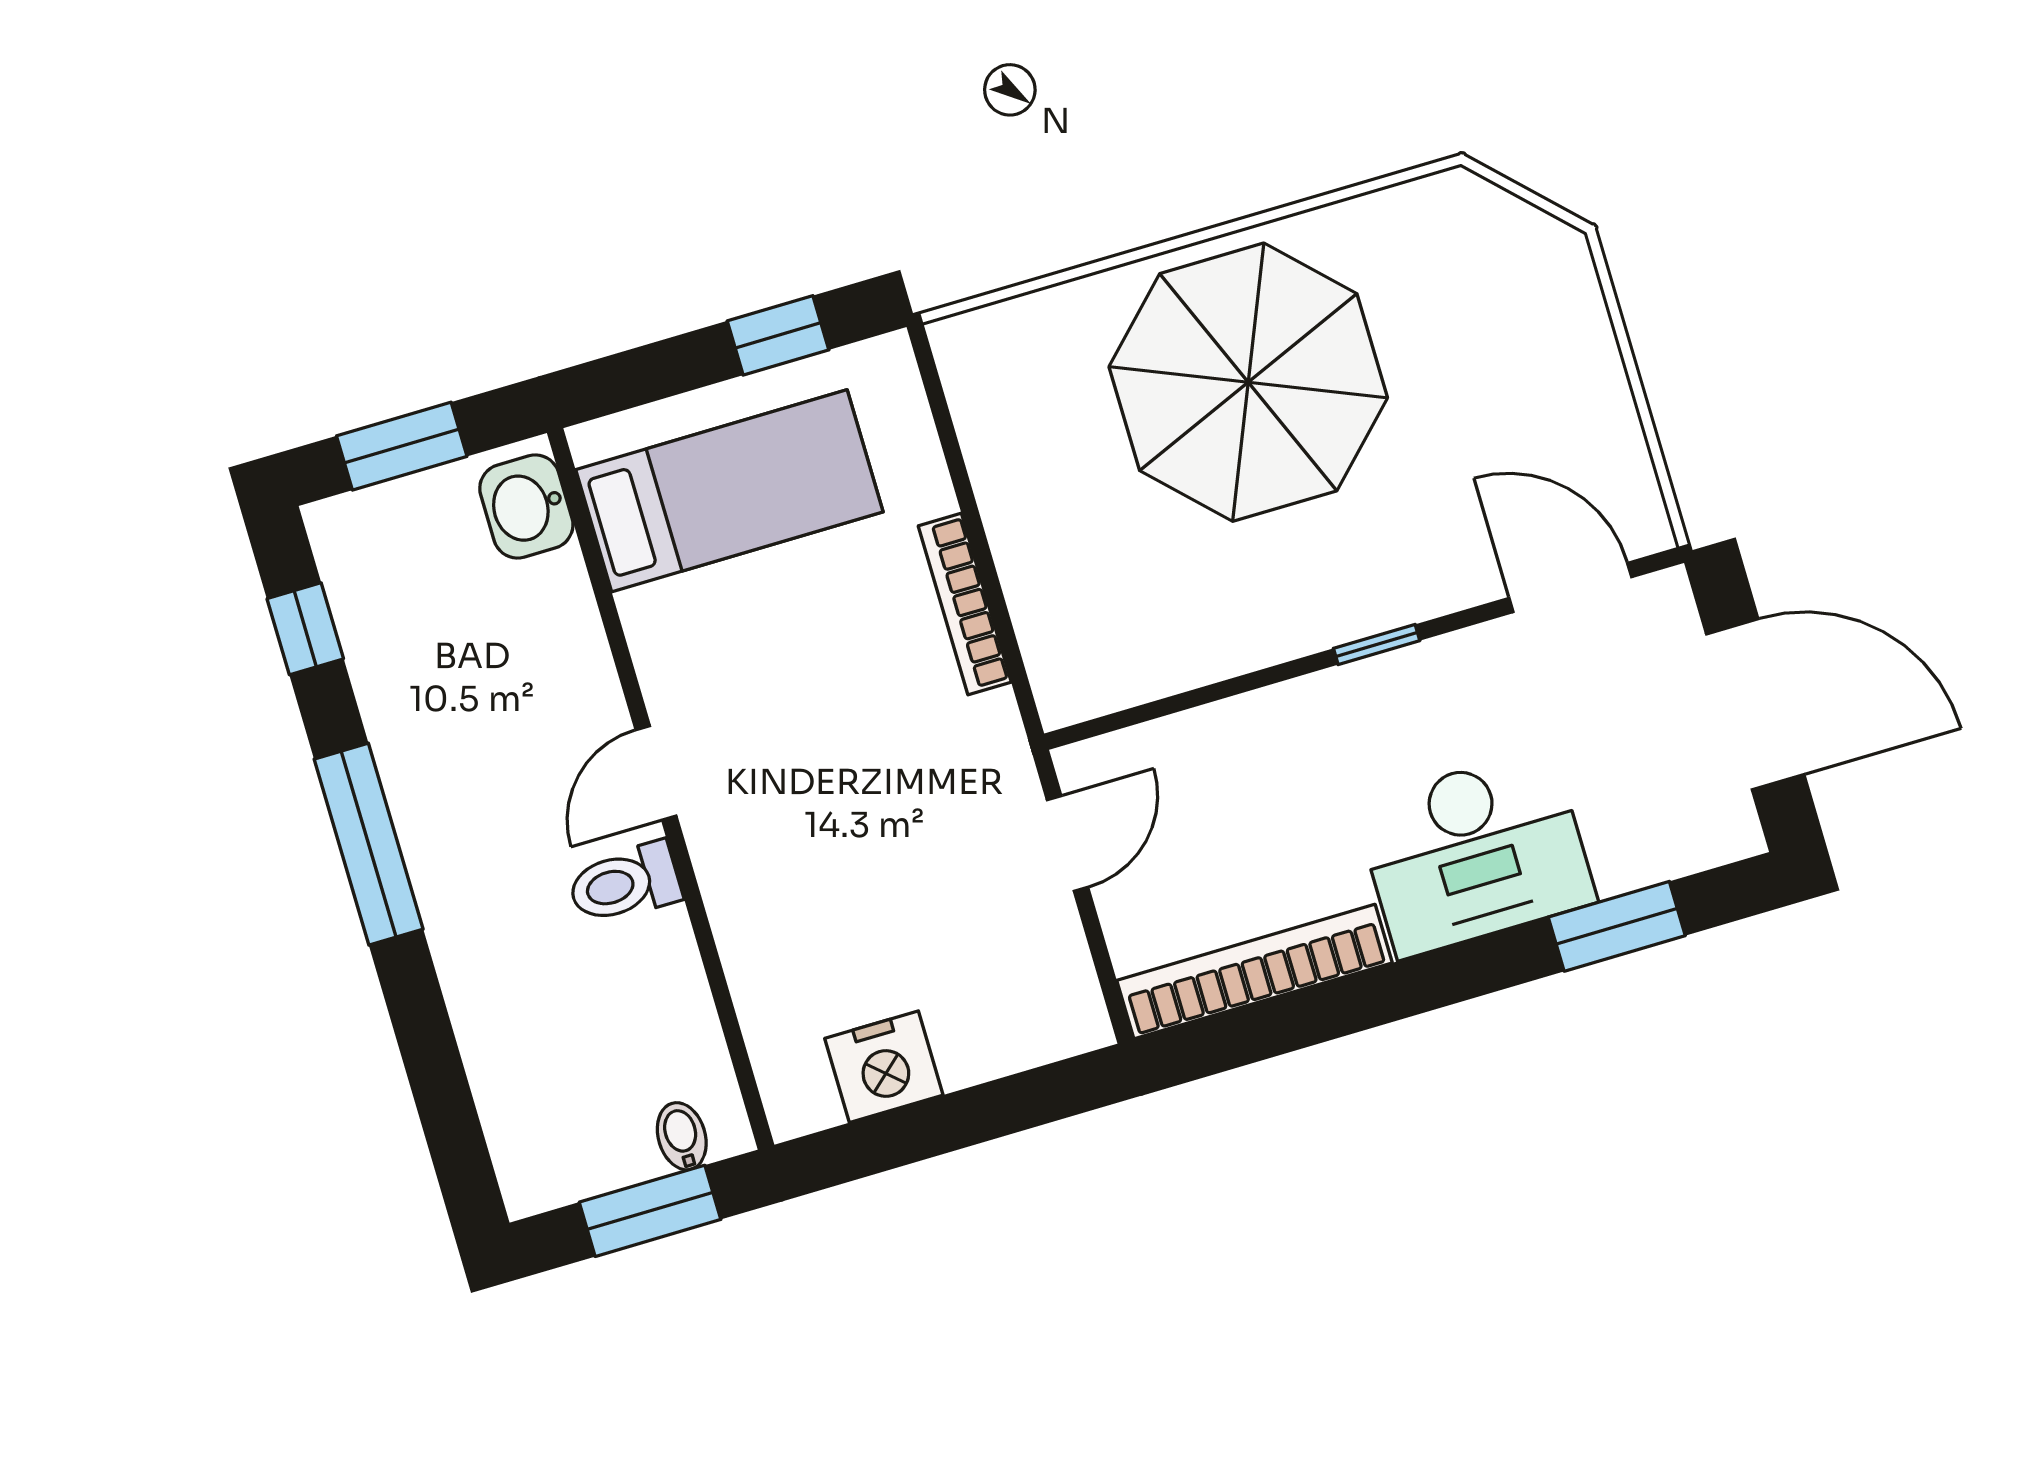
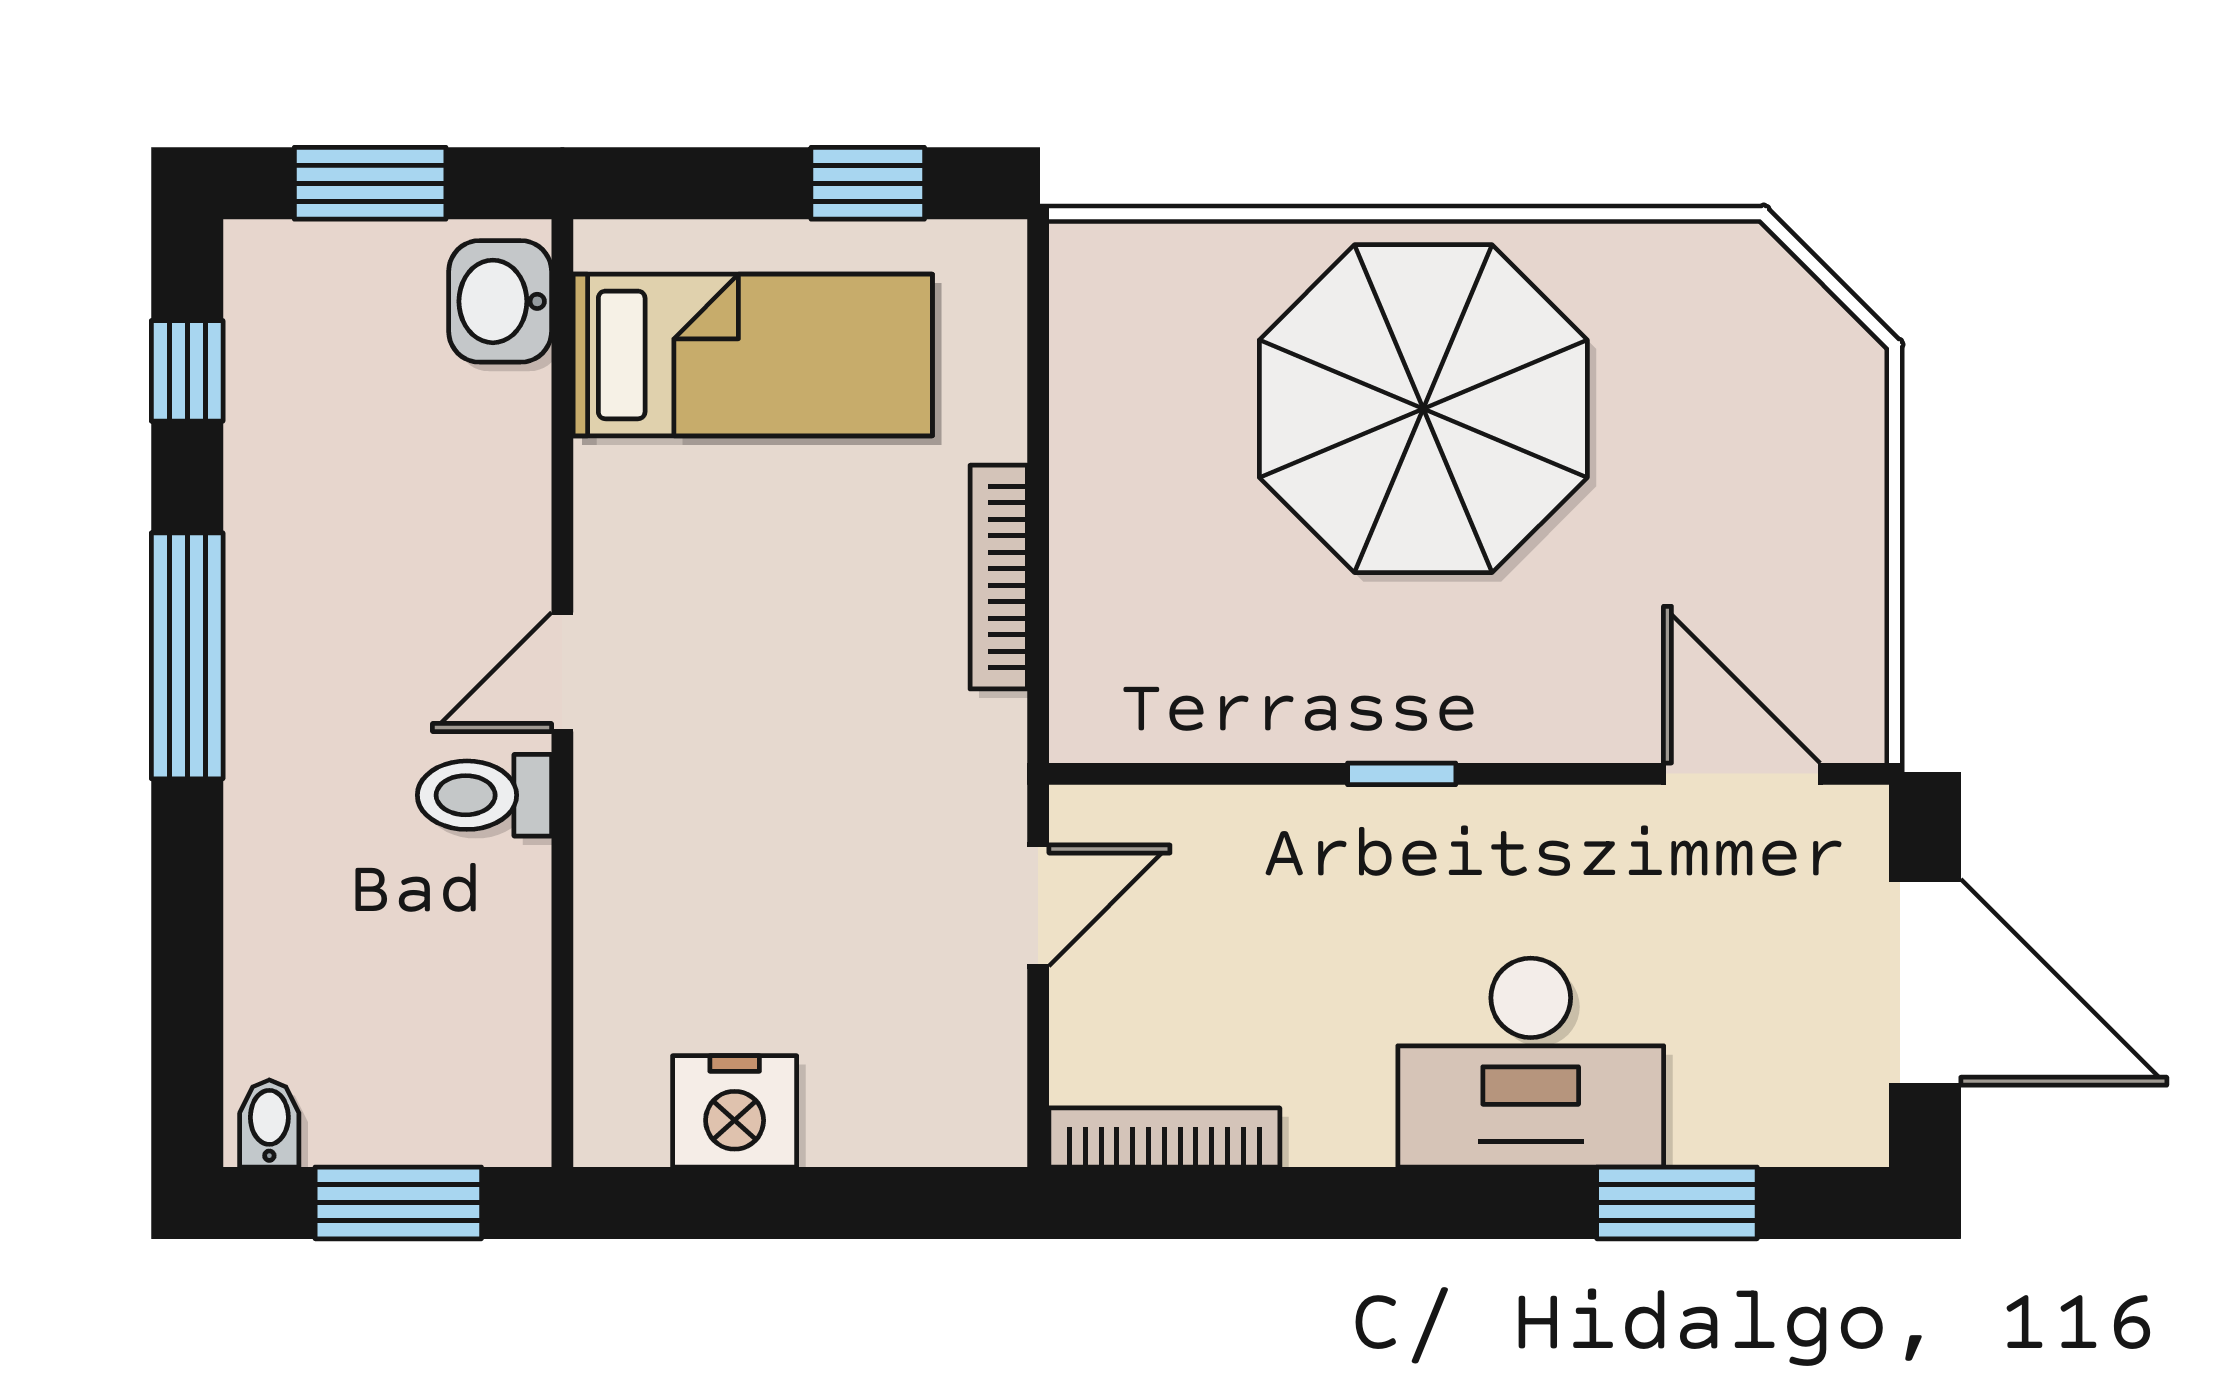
window: (1377, 644) -> (1402, 774), moved
bookcase: (1254, 972) -> (1164, 1137), width x0.68, depth x0.76
bidet: (682, 1136) -> (269, 1123), moved

